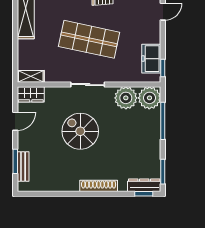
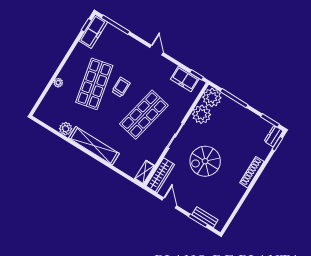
wardrobe: (31, 94) -> (160, 175), width x1.50
dresser: (144, 185) -> (274, 136), width x0.70

